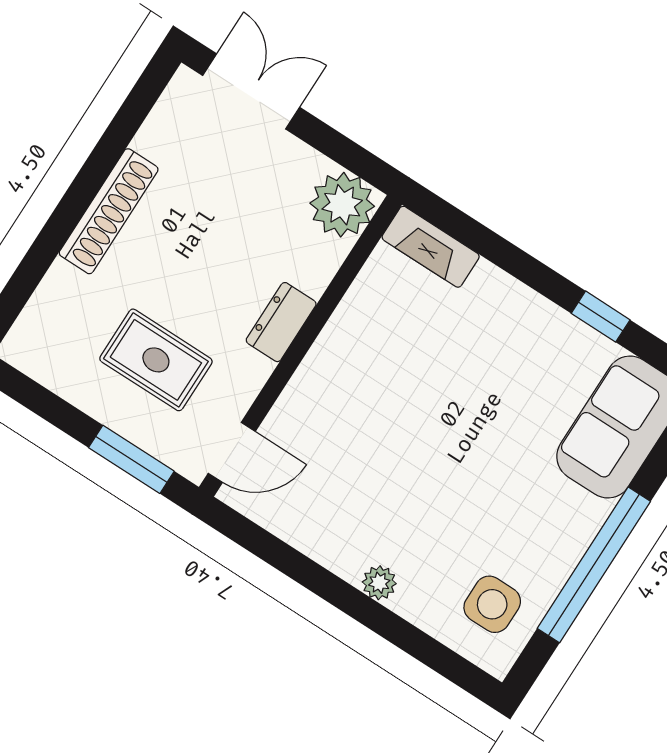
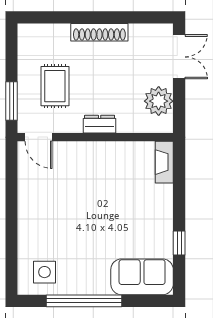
plant: (342, 205) -> (159, 101), moved
plant: (379, 583) -> (25, 224), removed

